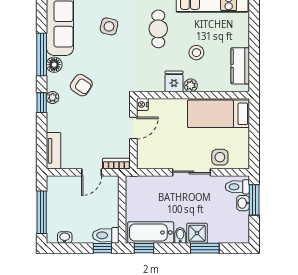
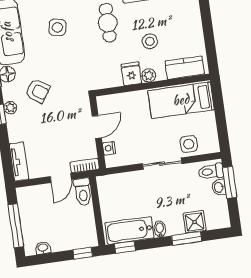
kitchen counter: (240, 66) -> (185, 68), moved, turned 90
nightstand: (142, 104) -> (109, 148), moved
shower: (197, 233) -> (195, 222), moved
toilet: (106, 235) -> (83, 192), moved, turned -90

